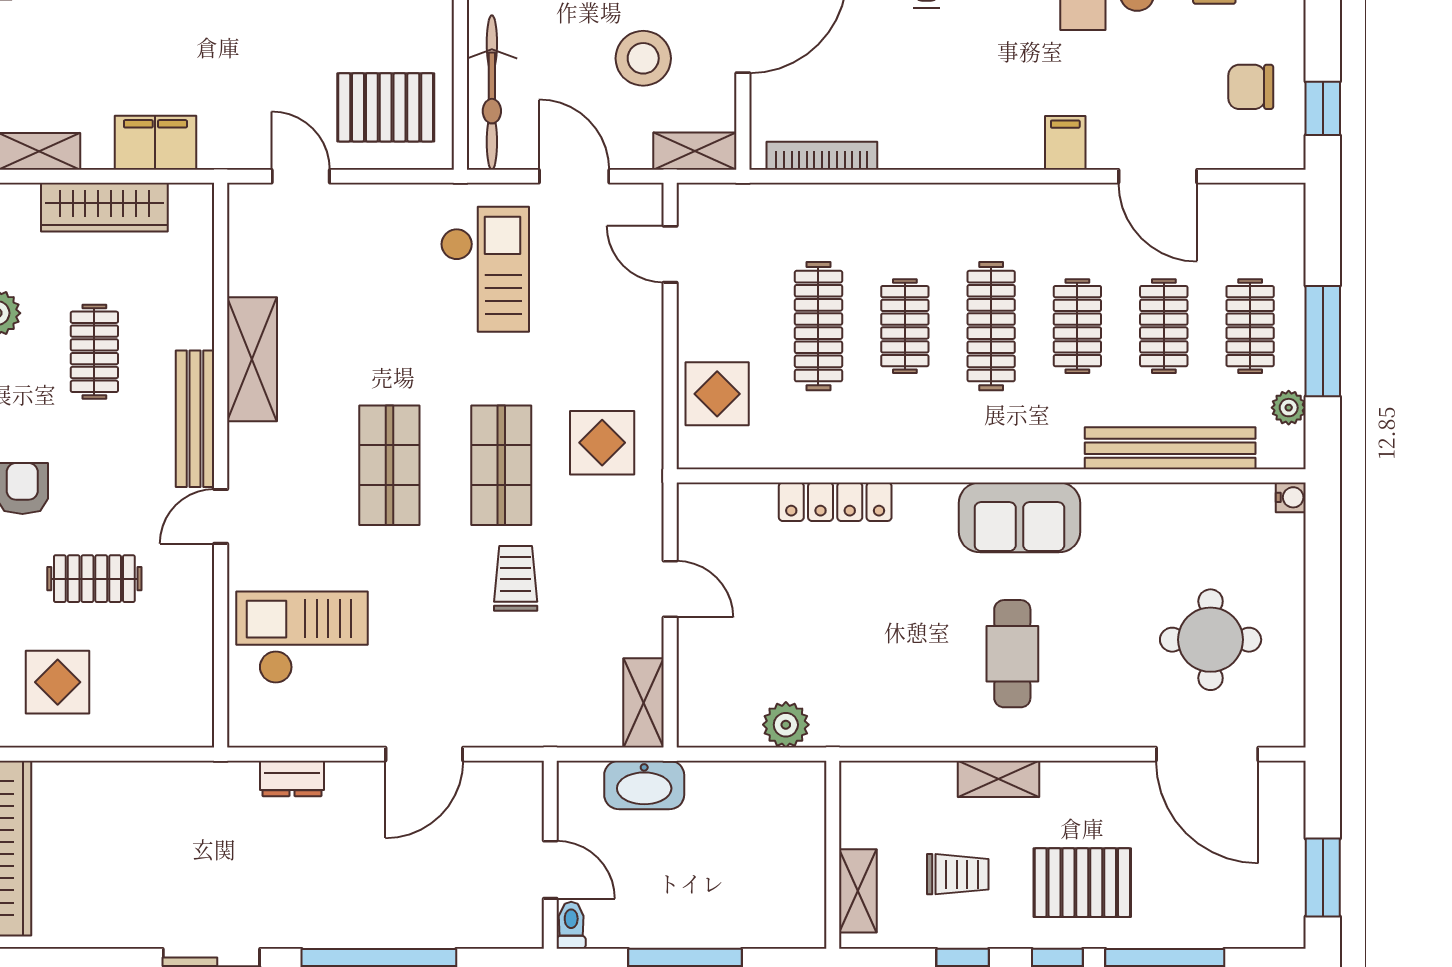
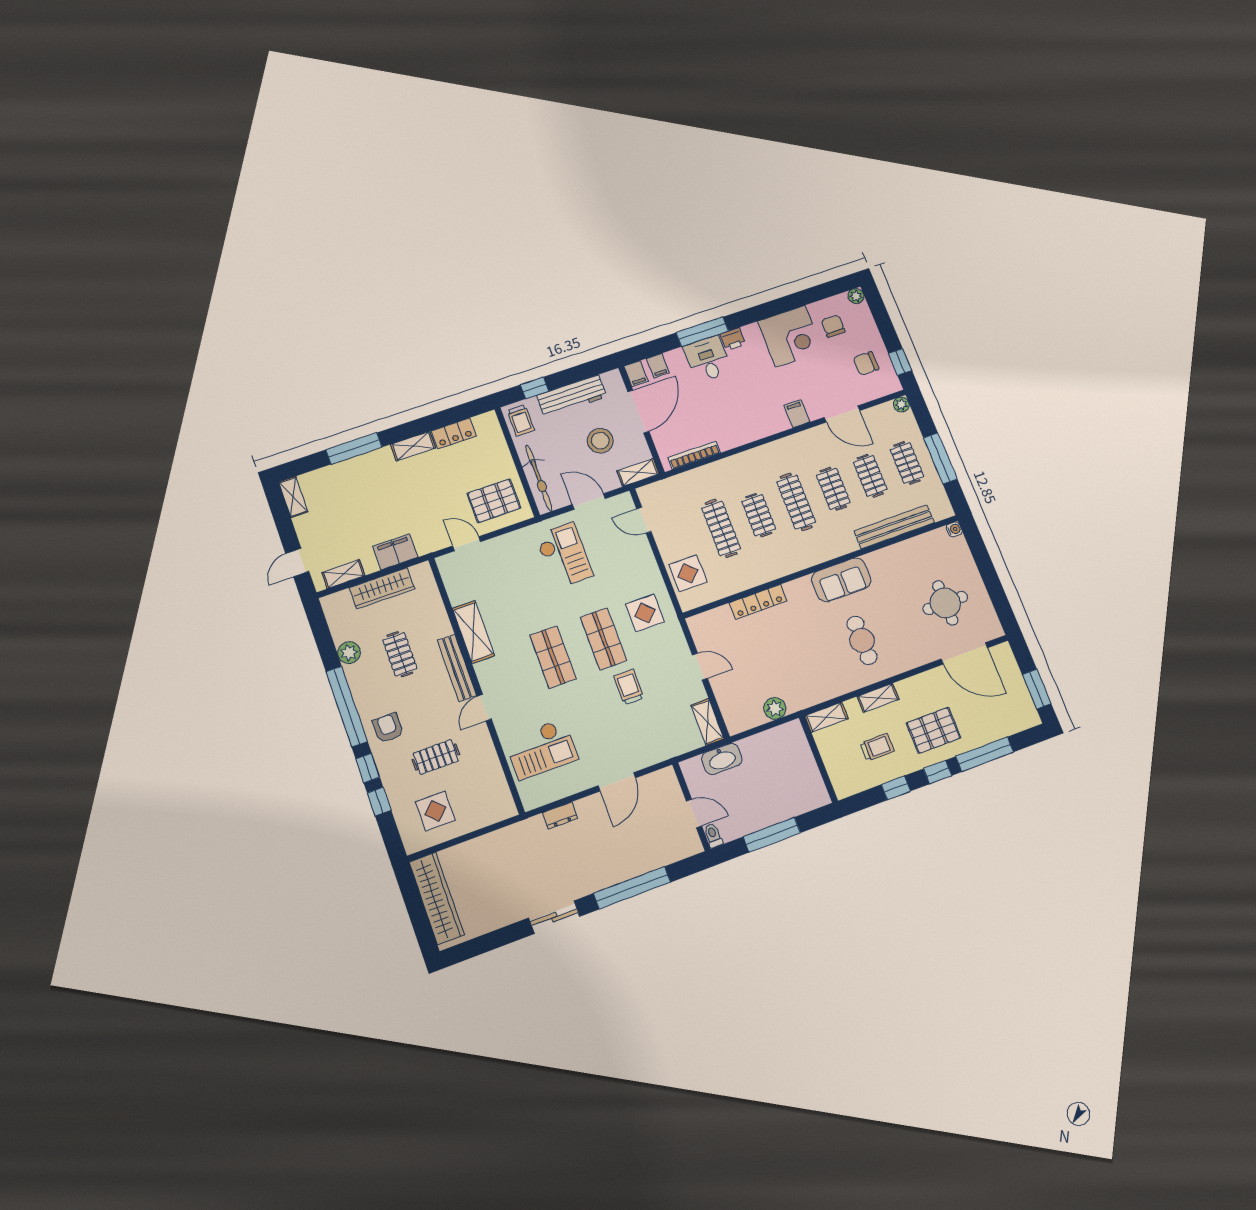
plant: (1289, 408) -> (901, 405), moved
checkout: (302, 638) -> (541, 749), turned 180
shelving: (858, 891) -> (826, 717), moved, turned 90

